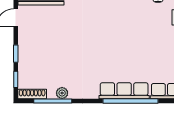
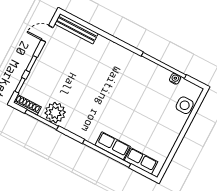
row of seats: (124, 91) -> (113, 146), width x0.68
plant: (62, 93) -> (55, 113), width x1.88, depth x1.88

